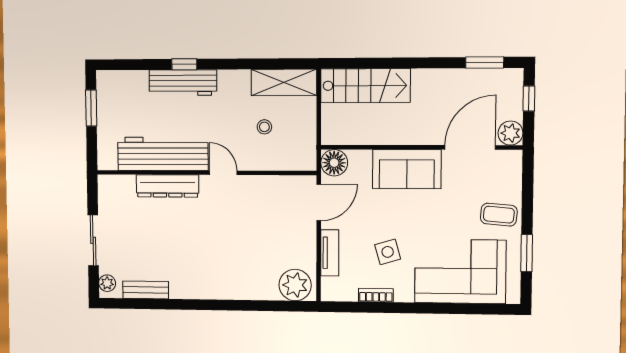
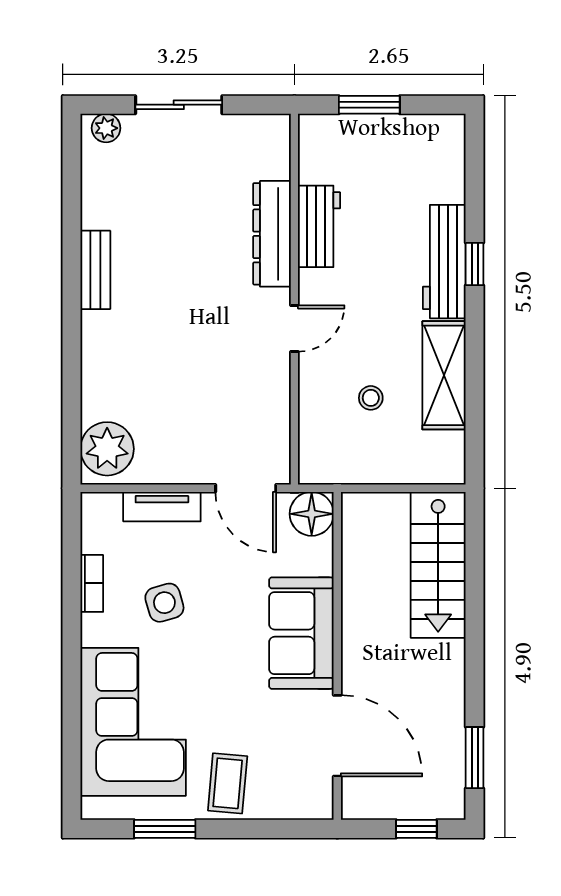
shelving: (284, 82) -> (444, 375), moved
window: (91, 108) -> (369, 105), moved
plant: (510, 133) -> (361, 800), removed
workbench: (163, 154) -> (319, 226), width x0.53, depth x0.76
bench: (146, 290) -> (95, 270), moved

